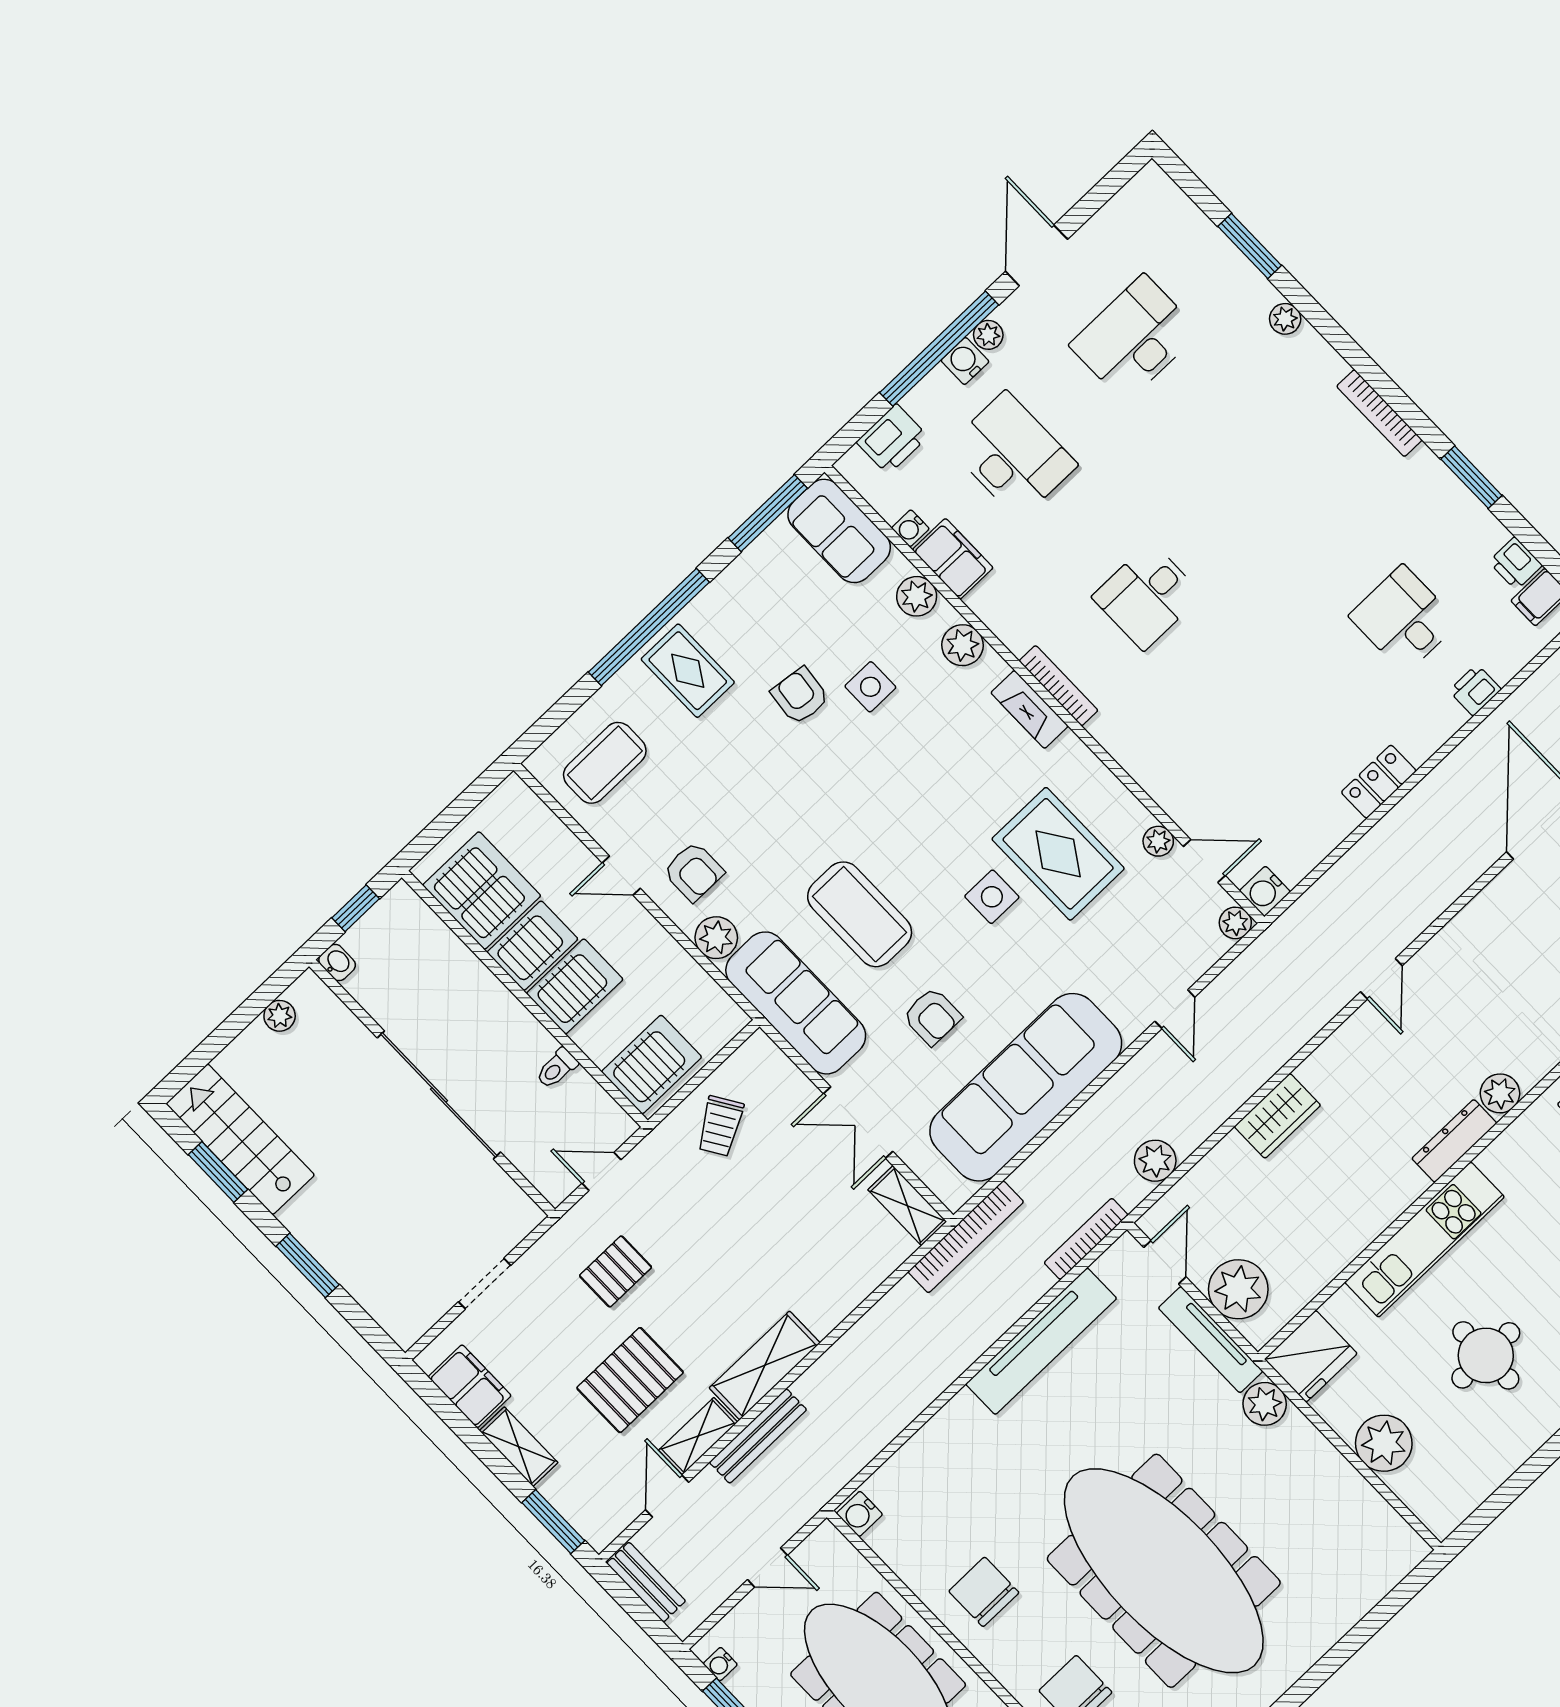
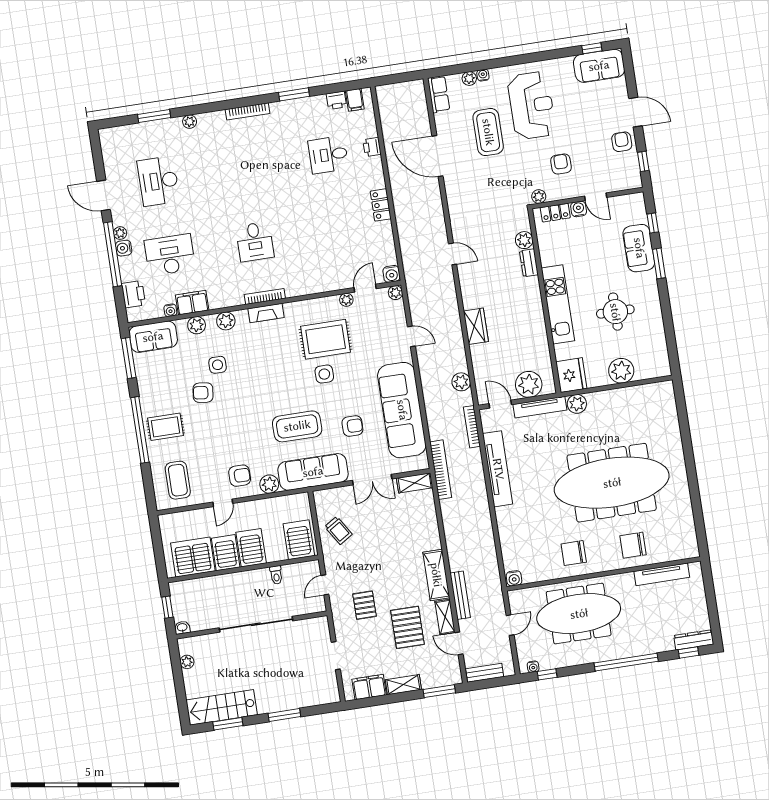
dresser: (1454, 1141) -> (529, 263), width x0.70

